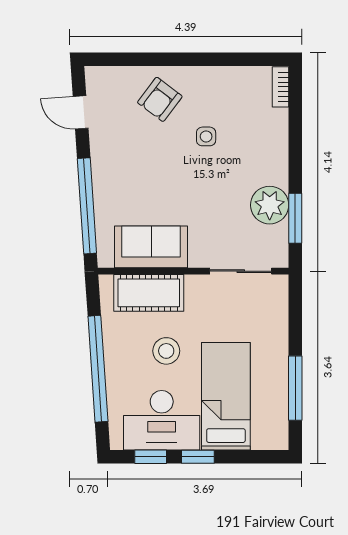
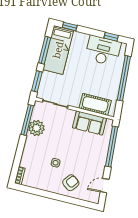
door: (81, 112) -> (105, 186), swing flipped
window: (295, 218) -> (27, 120), width x1.44
window: (295, 312) -> (37, 81), added
stool: (166, 351) -> (94, 79), removed
bed: (226, 396) -> (58, 50), moved
window: (198, 457) -> (70, 26), moved

